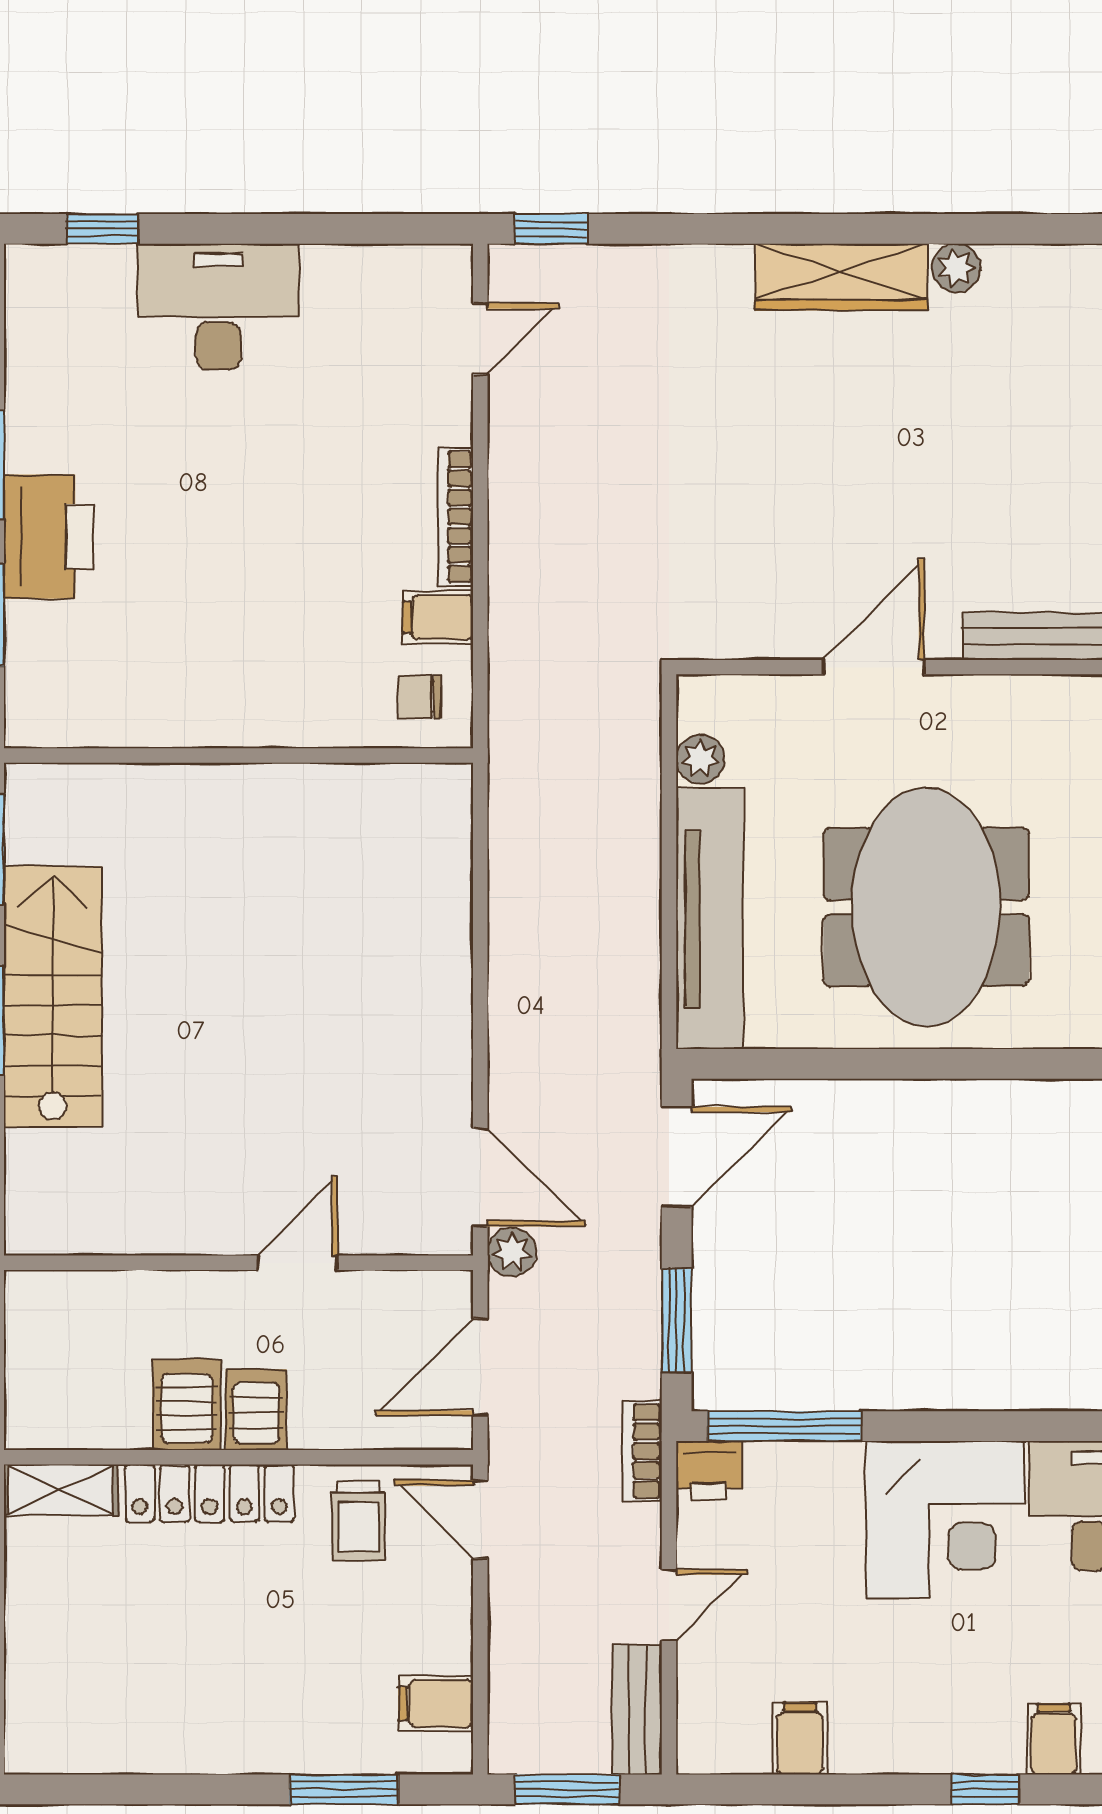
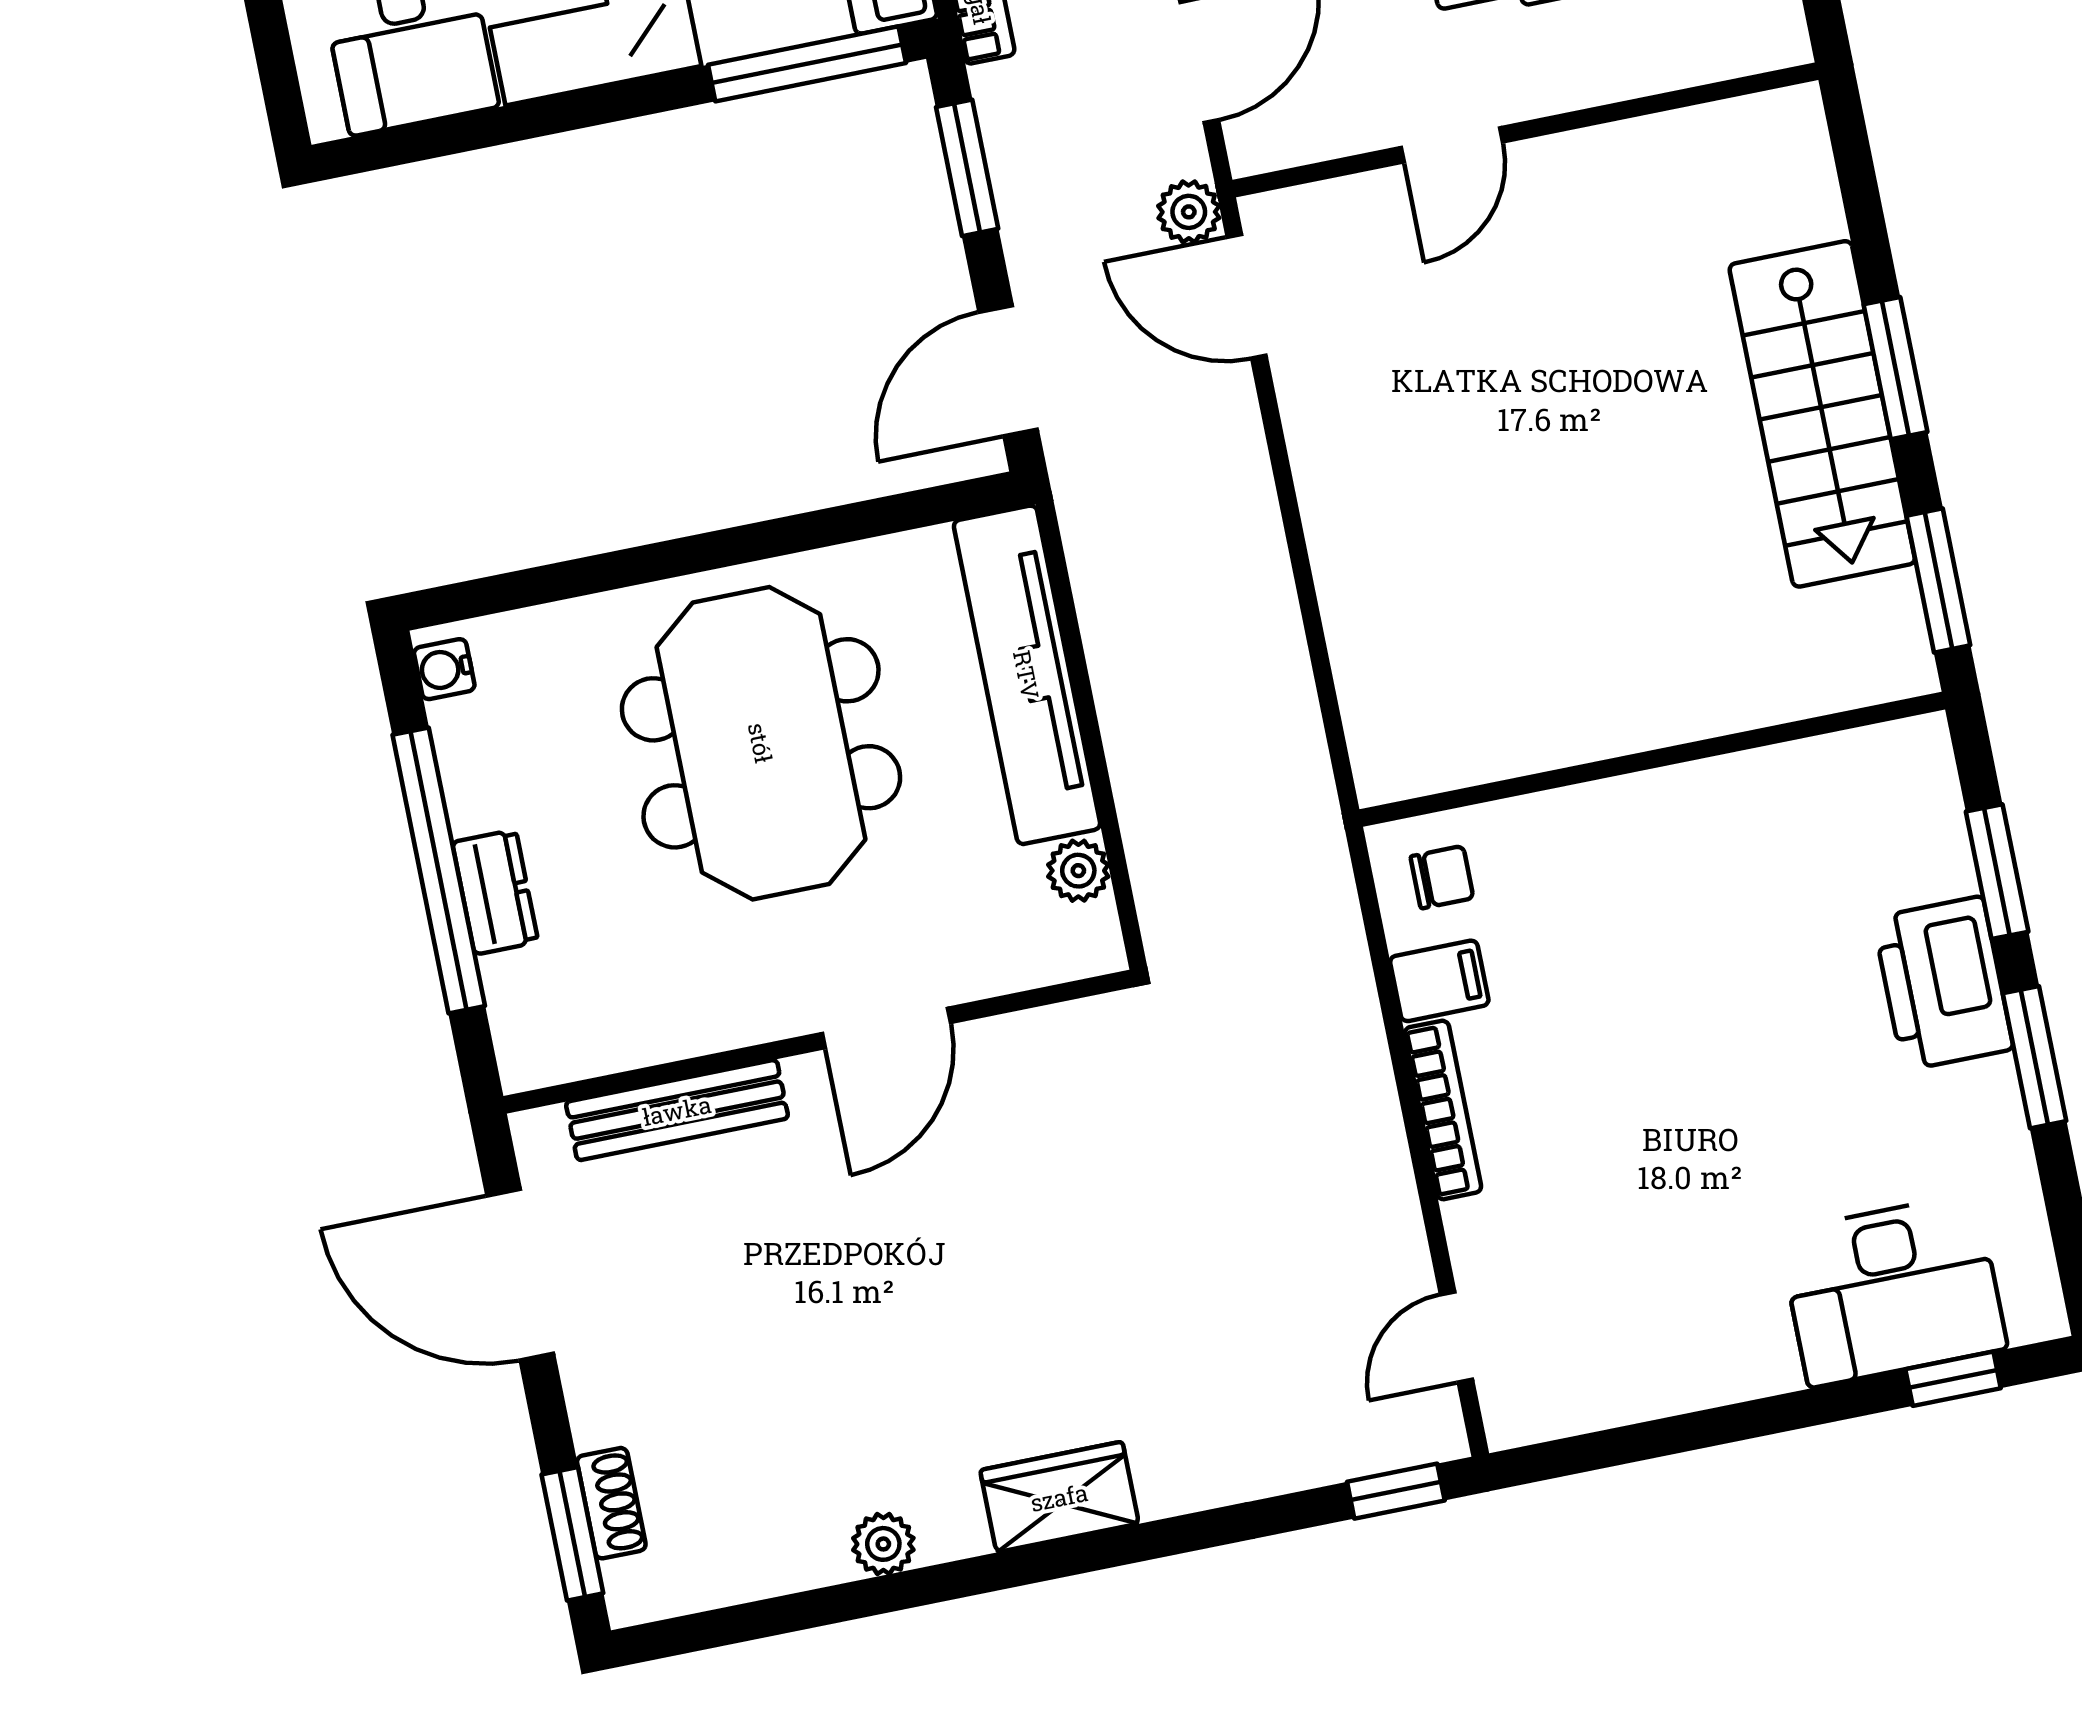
wardrobe: (841, 277) -> (1059, 1497), width x0.67
desk: (219, 307) -> (1893, 1290), moved

